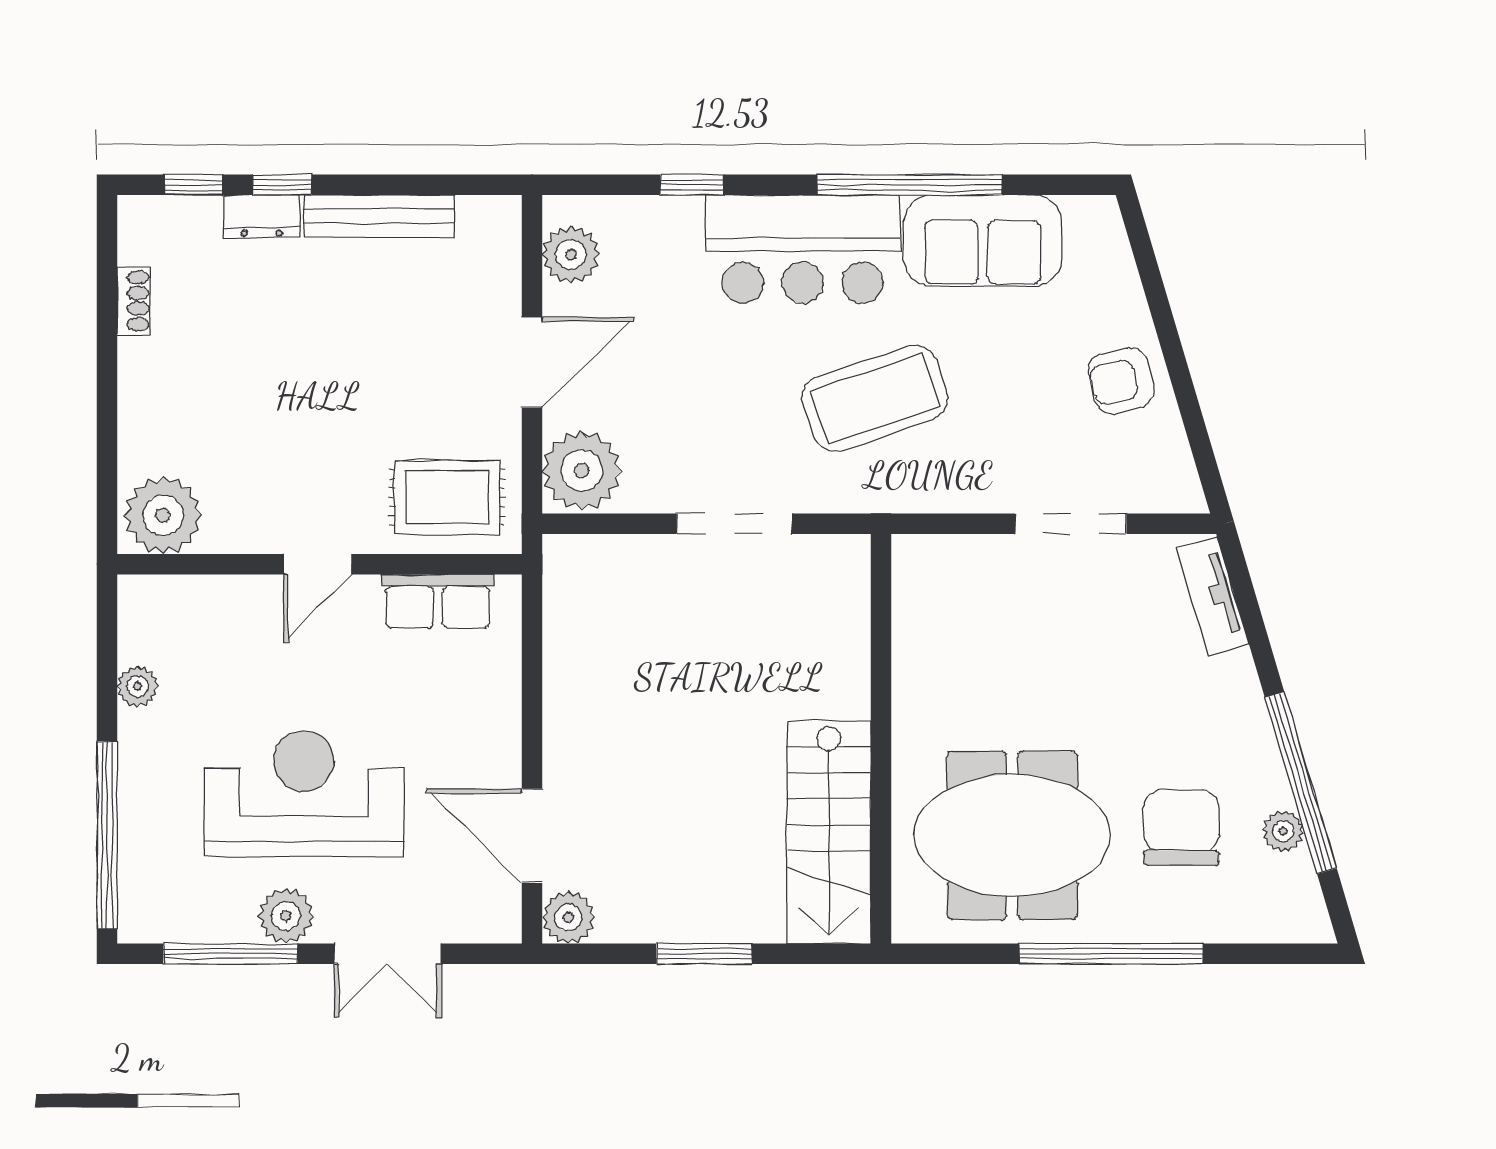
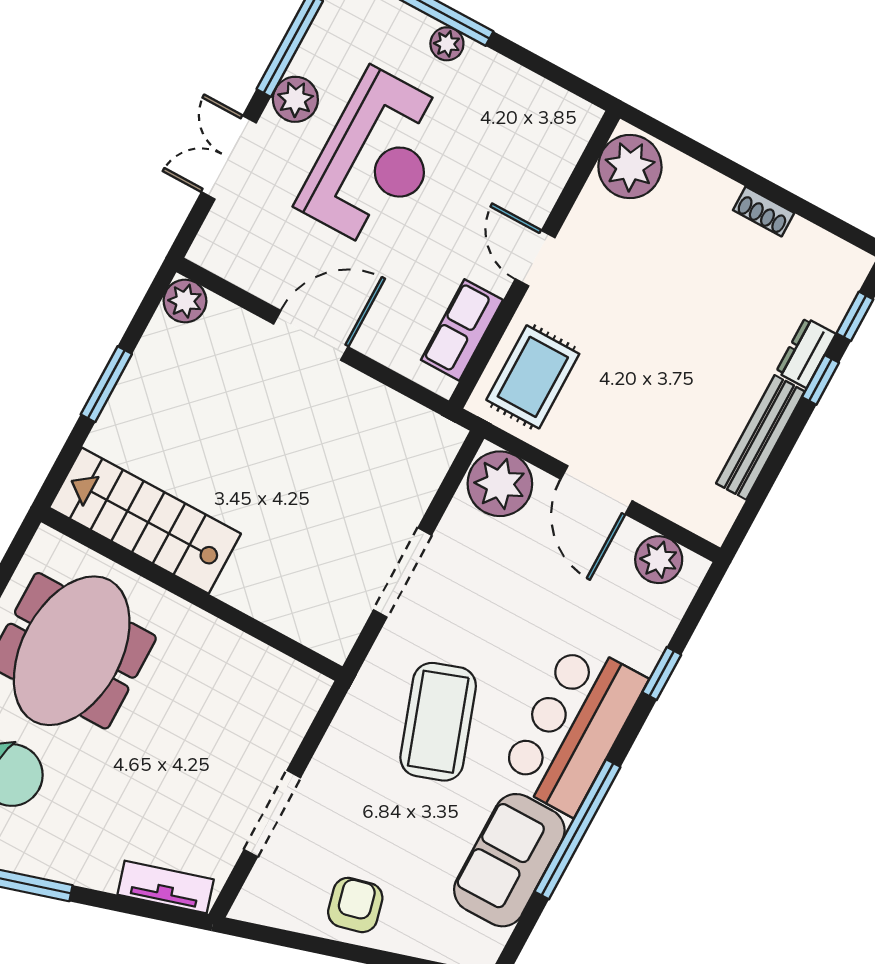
shoe rack: (134, 301) -> (764, 212), moved
plant: (137, 686) -> (447, 44), moved
door: (532, 836) -> (311, 335), moved

